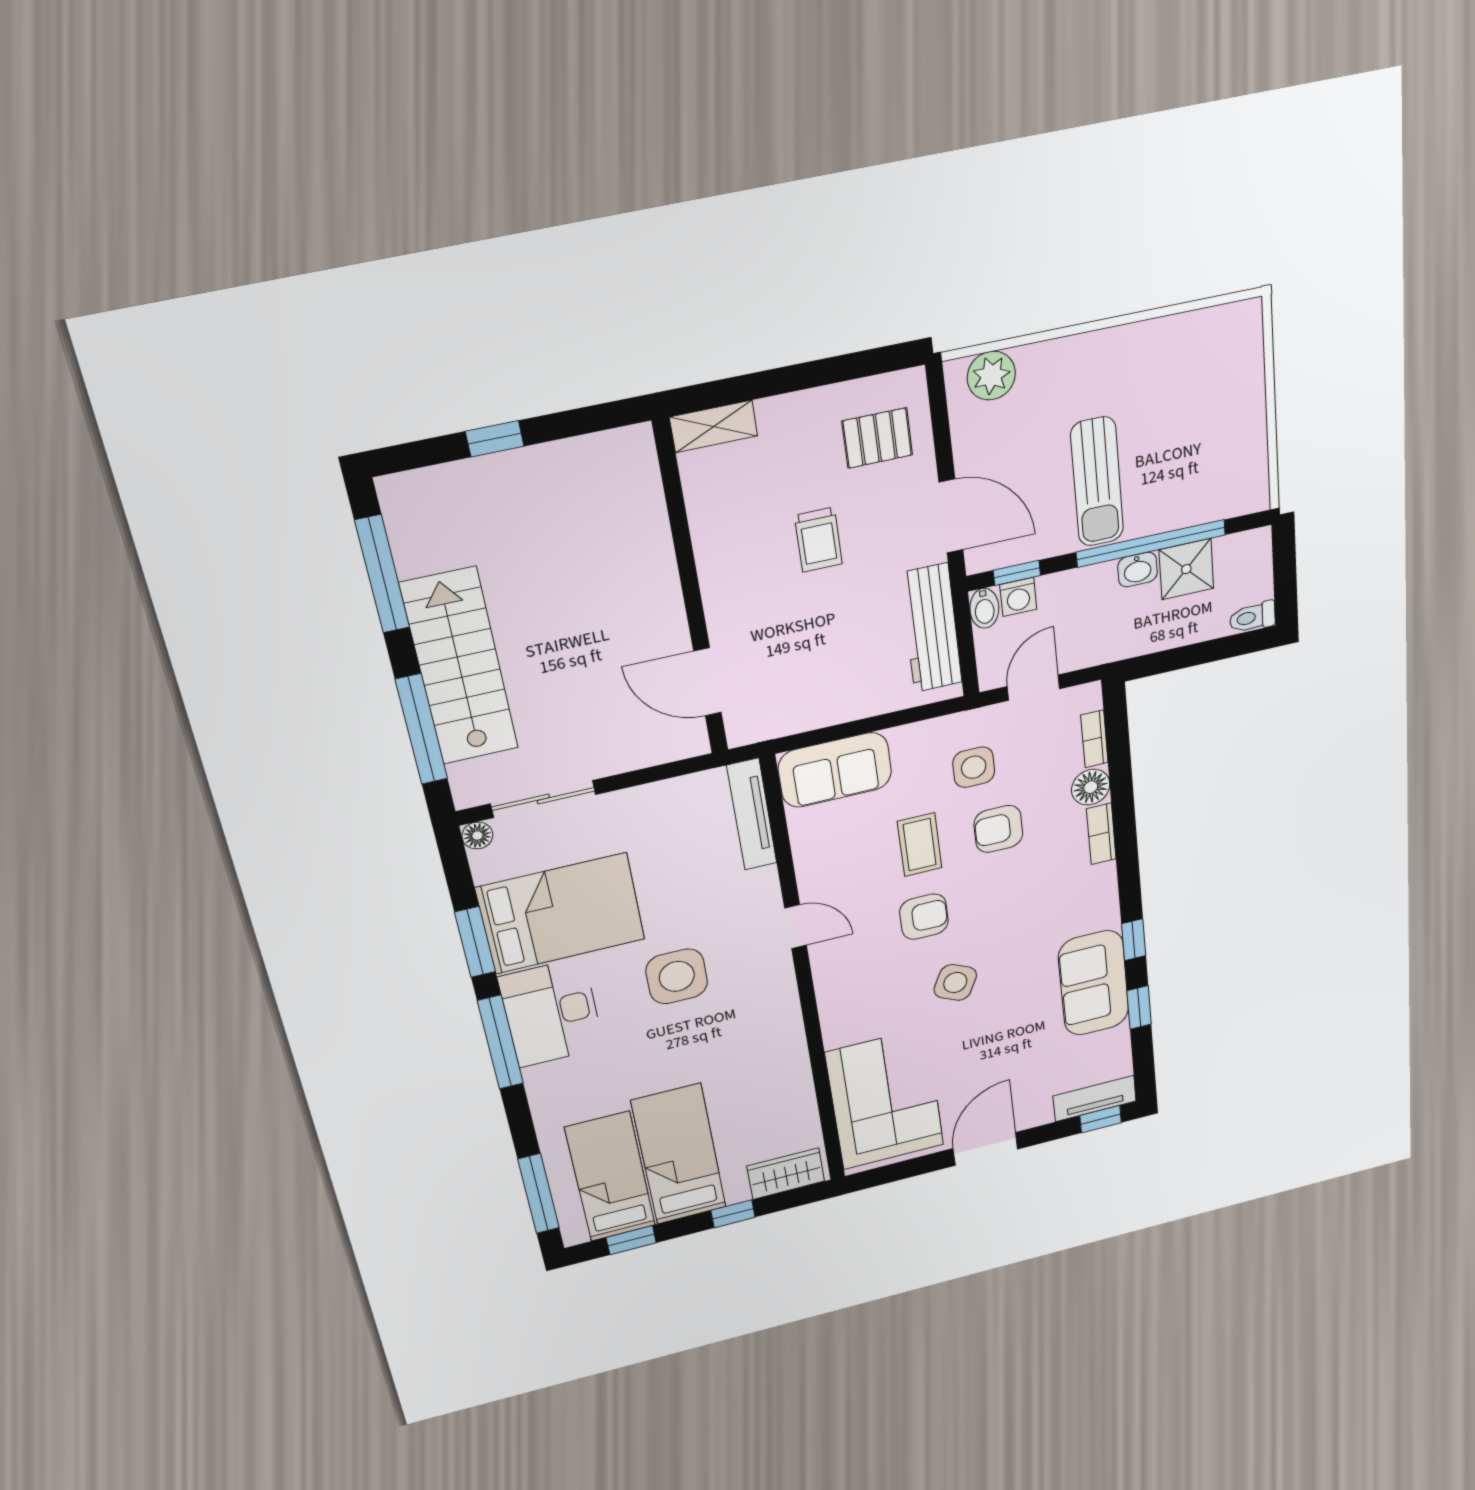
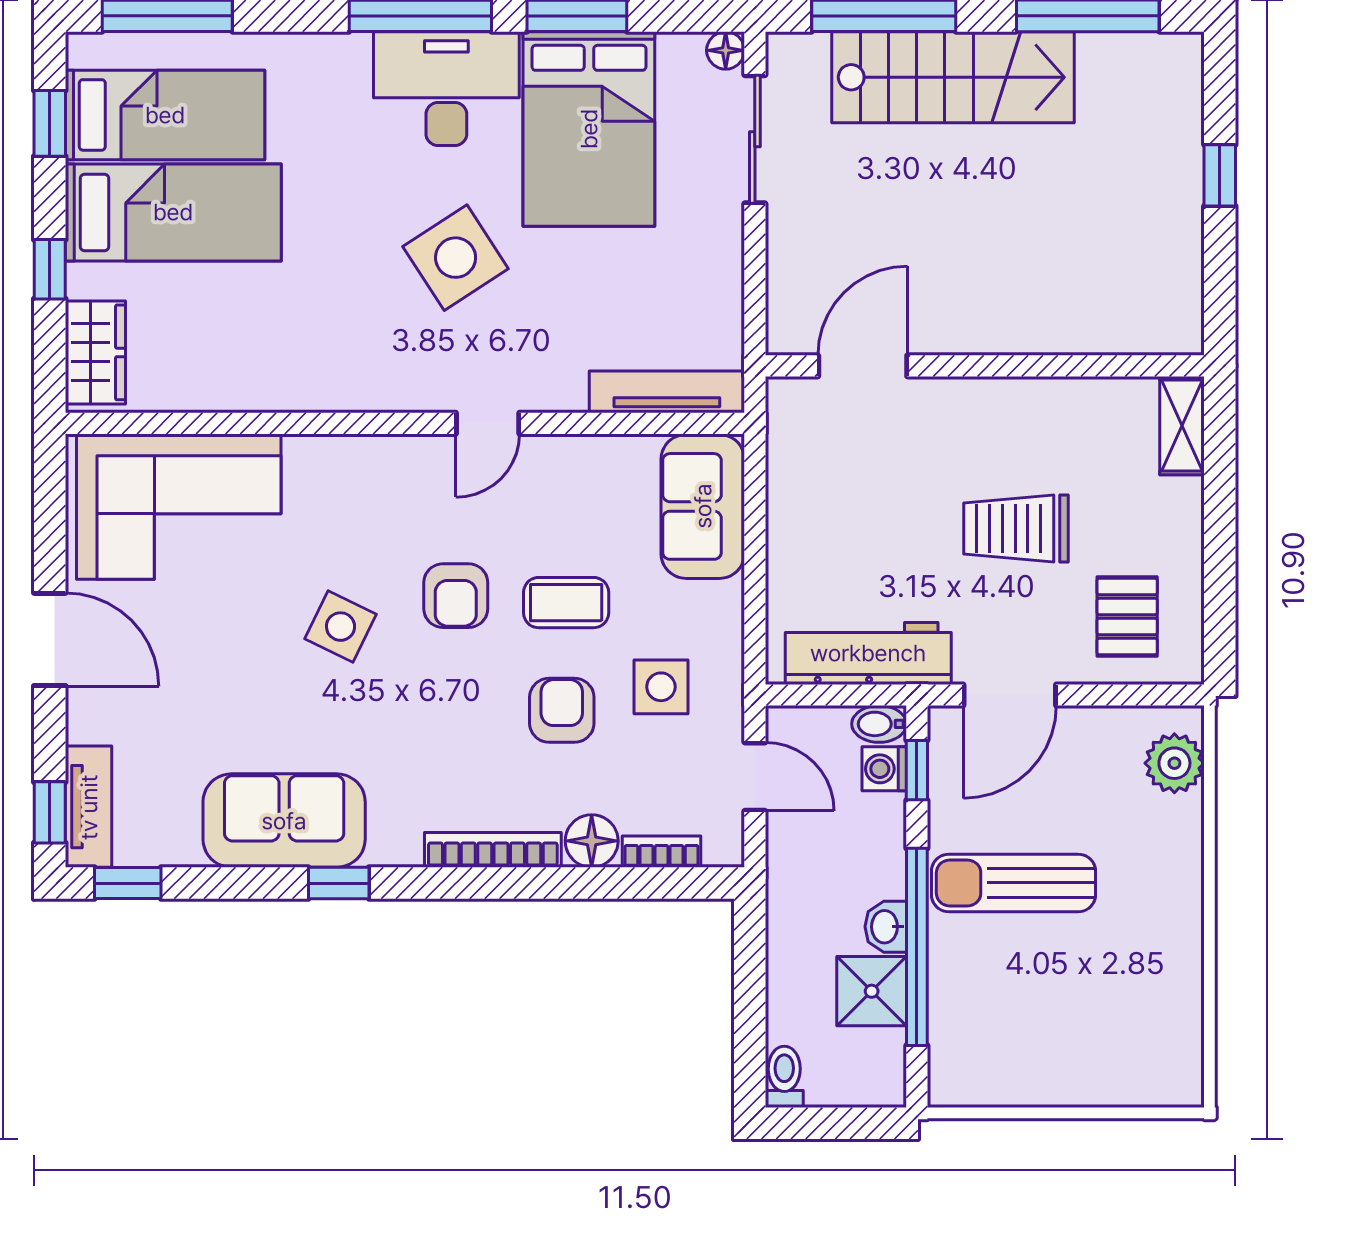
trolley: (818, 540) -> (1016, 529), width x1.36, depth x1.39
bookcase: (1101, 834) -> (493, 850), width x1.56
side table: (677, 976) -> (456, 258), turned -33
window: (1139, 1008) -> (128, 883), moved

